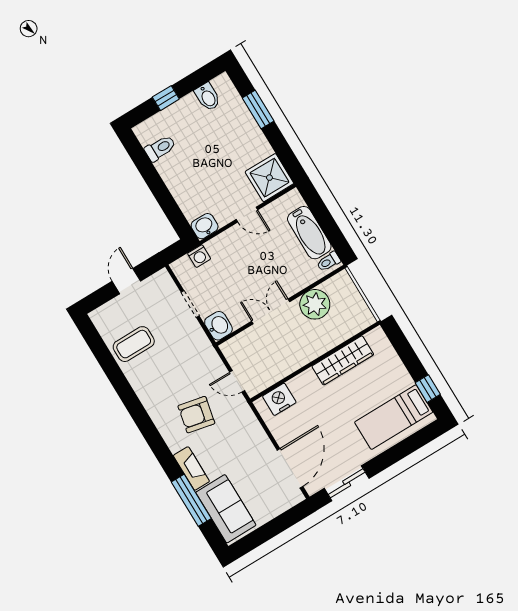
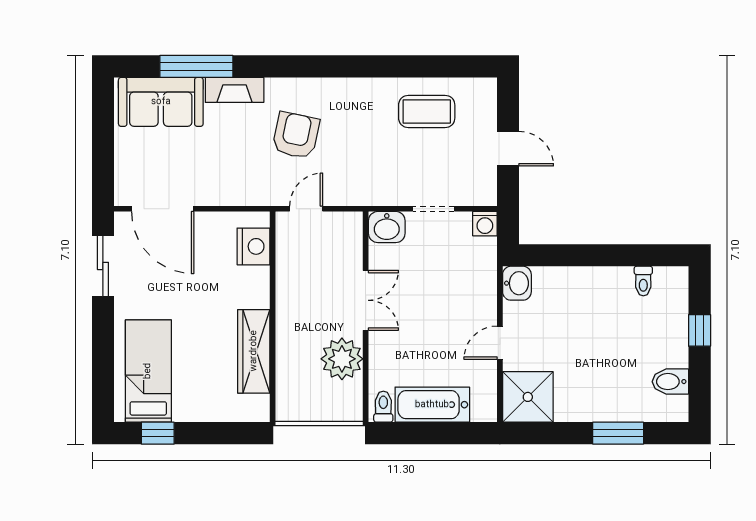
toilet: (160, 148) -> (643, 281), width x0.73, depth x0.72
washing machine: (199, 256) -> (485, 224), moved, turned -90
coffee table: (134, 344) -> (427, 111), turned 90

